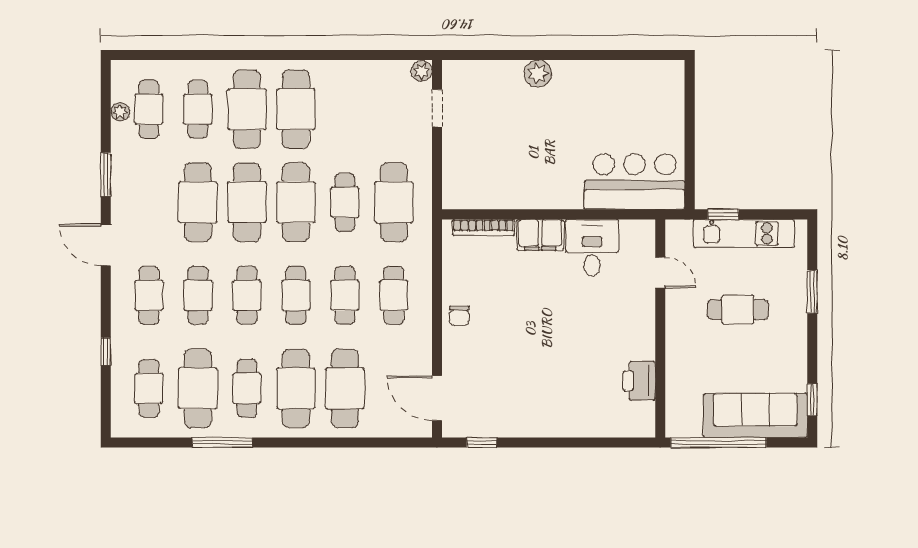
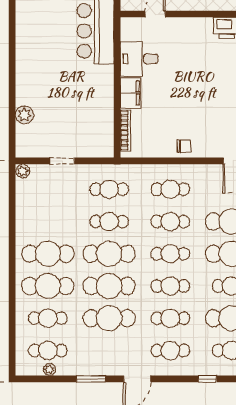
plant: (538, 73) -> (24, 115), moved
doorway: (437, 108) -> (62, 161), moved
cafe table: (394, 202) -> (109, 189), width x0.73, depth x0.74

